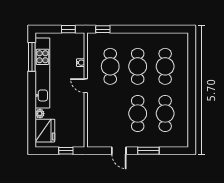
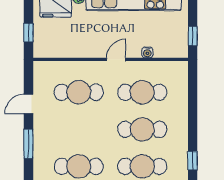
window: (103, 29) -> (193, 161), moved
cafe table: (138, 114) -> (79, 92), moved

